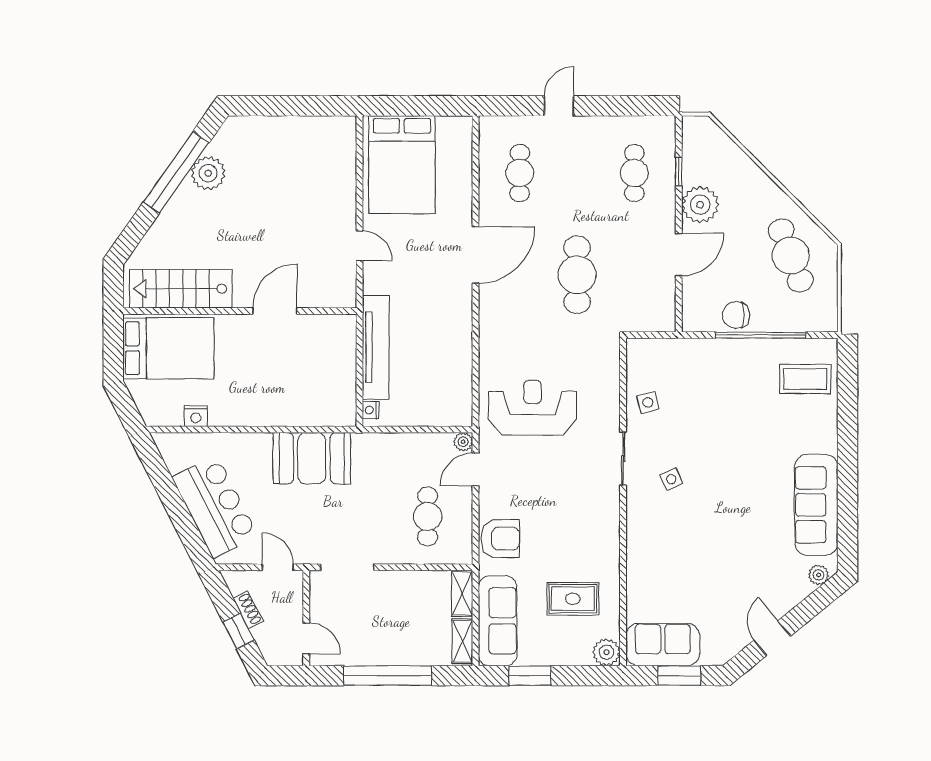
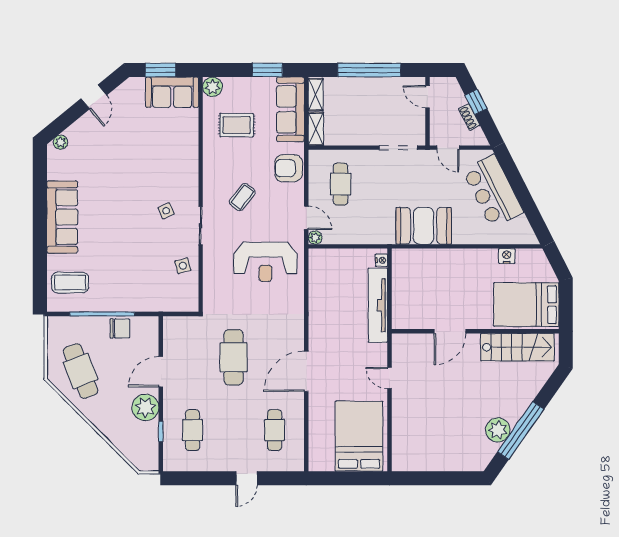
door: (476, 469) -> (306, 218), hinge flipped
coffee table: (565, 498) -> (242, 197), added
sofa: (816, 505) -> (62, 217), moved

